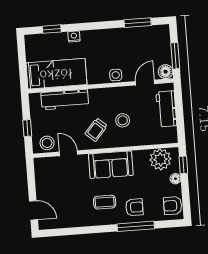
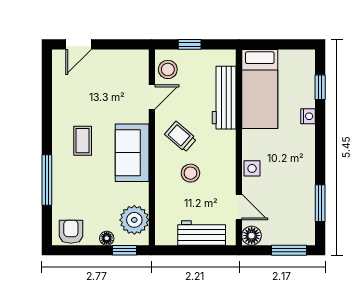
window: (175, 56) -> (289, 250), moved
armchair: (134, 207) -> (73, 180), removed

